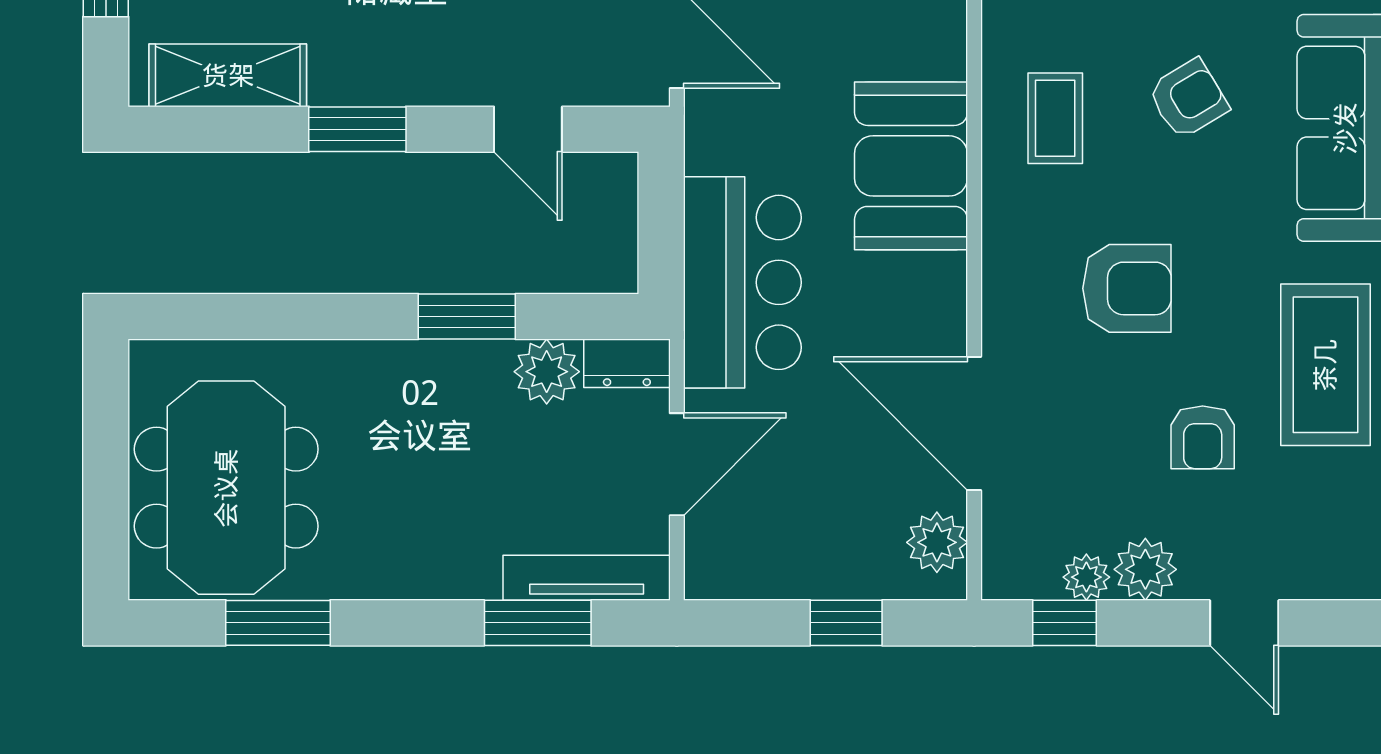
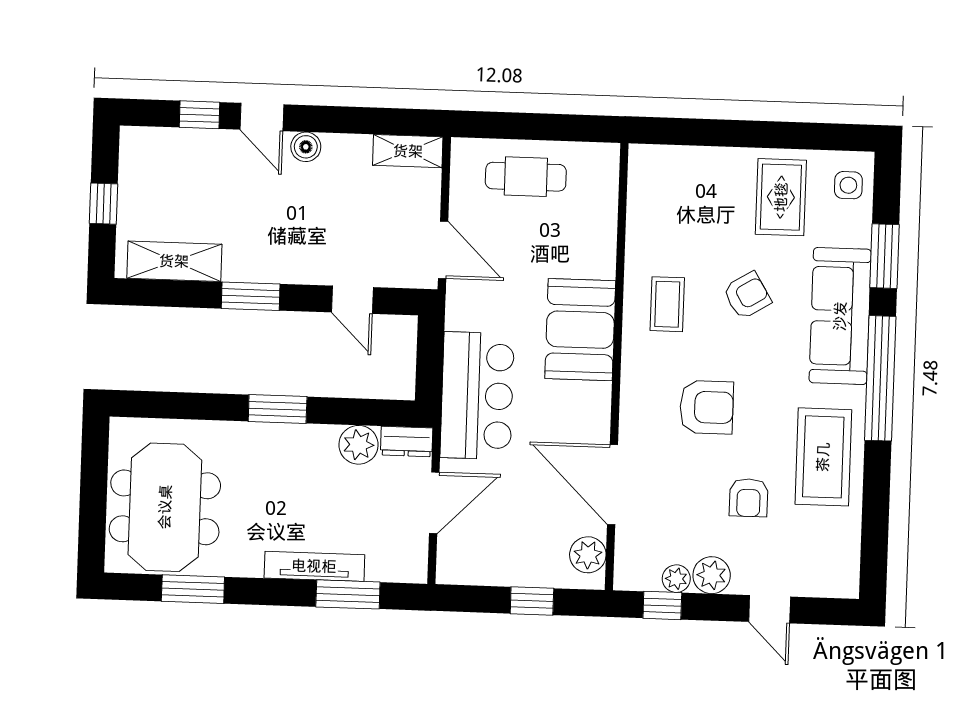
window: (467, 317) -> (278, 409), moved
tv unit: (587, 578) -> (314, 566), moved

